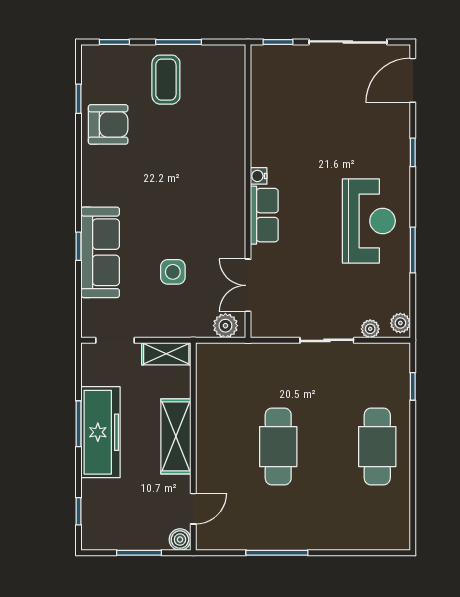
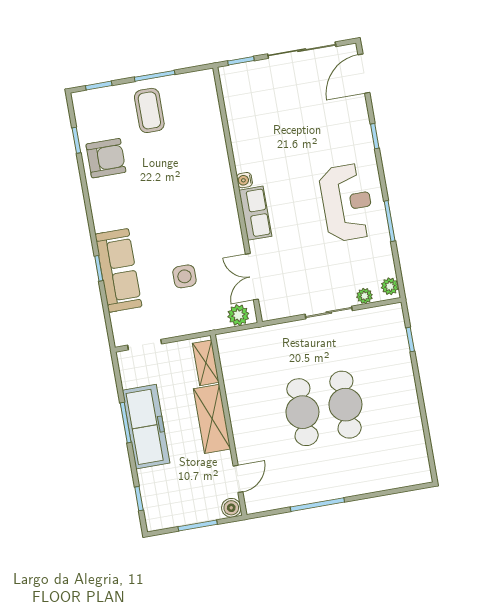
shelving: (166, 354) -> (206, 363), moved, turned 90
cafe table: (377, 447) -> (345, 405), moved

